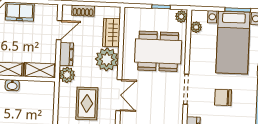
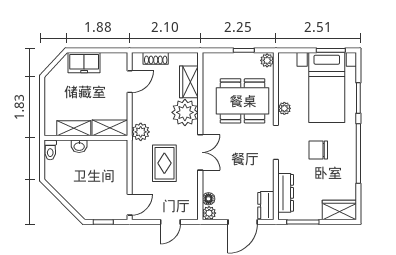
plant: (196, 27) -> (284, 108), moved
dresser: (66, 54) -> (139, 108), removed

